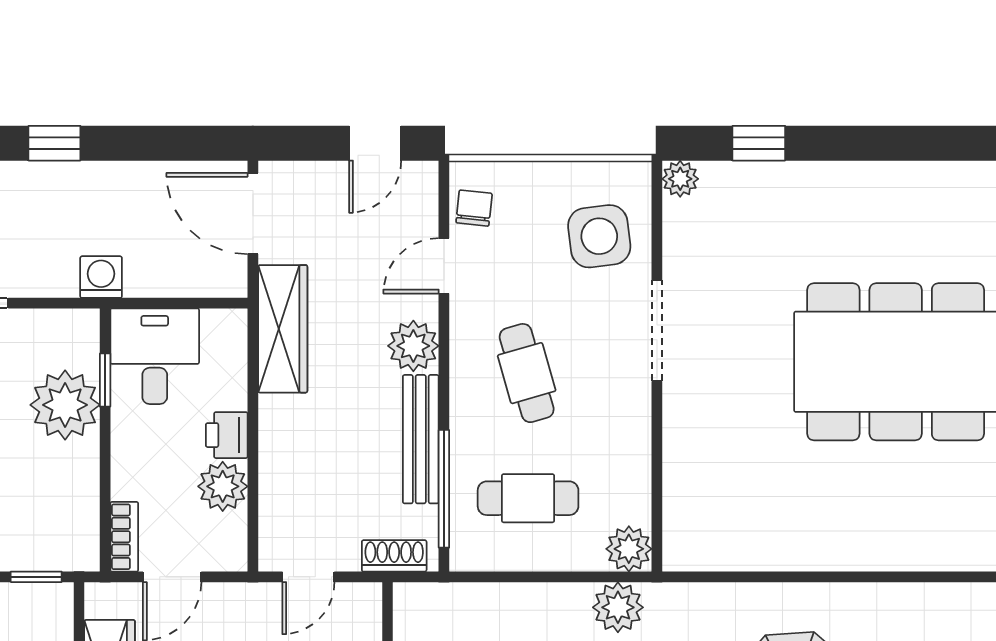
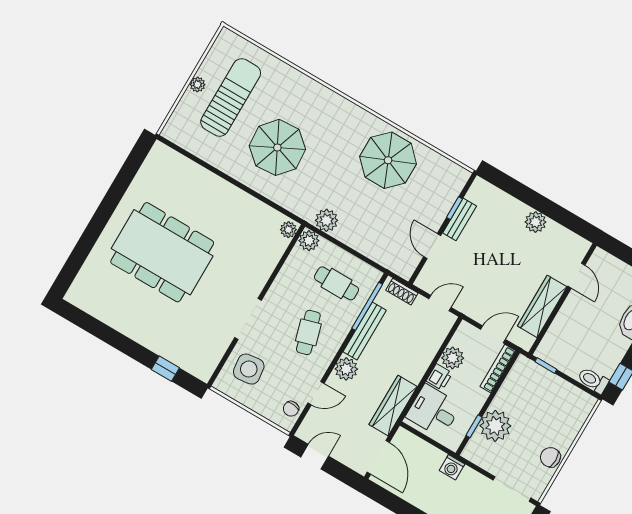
plant: (680, 179) -> (288, 230), moved
desk: (155, 356) -> (434, 411), moved, turned 90
bookcase: (124, 537) -> (498, 369), width x1.56

